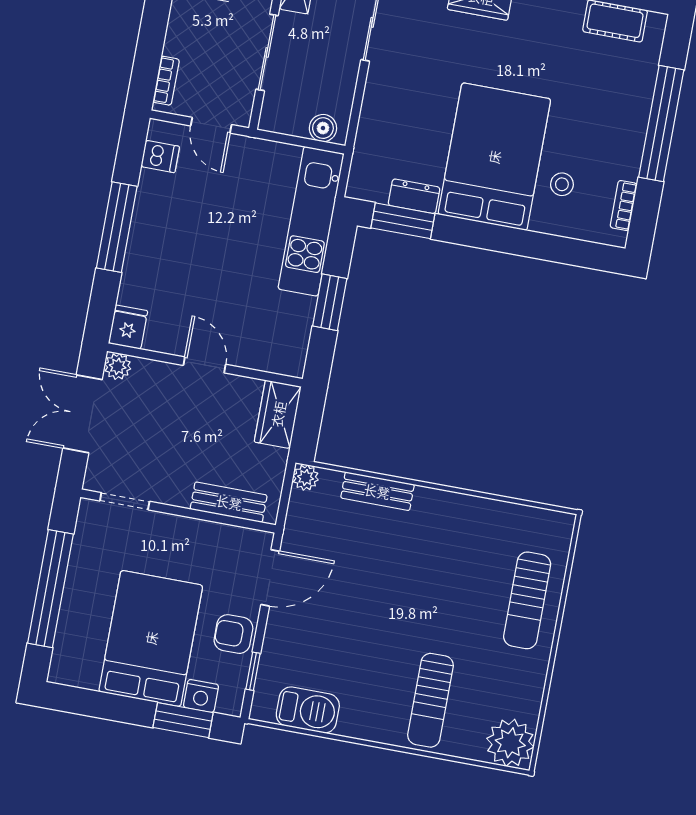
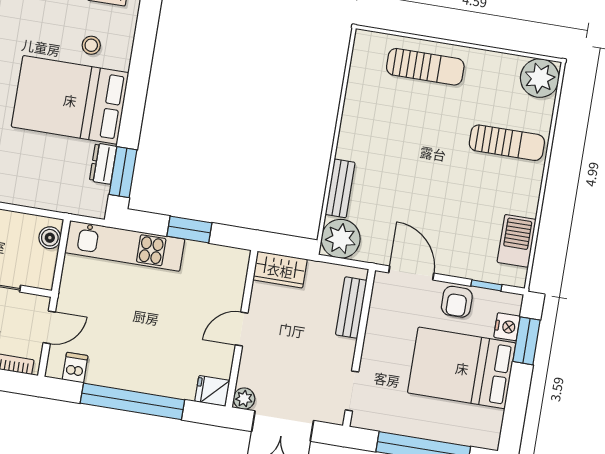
window: (117, 227) -> (132, 401), width x1.46
plant: (306, 478) -> (341, 239), width x1.87, depth x1.87

